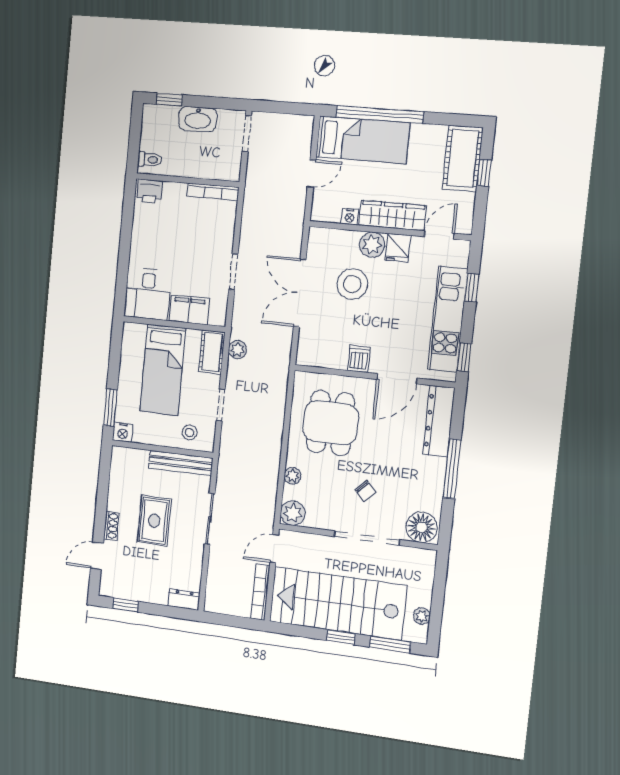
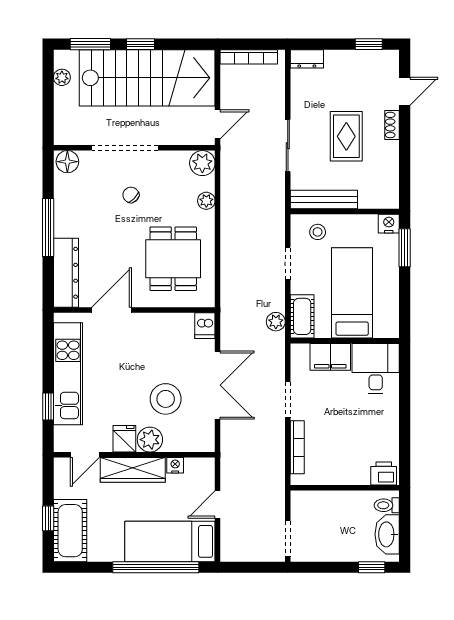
washbasin: (198, 119) -> (387, 534), moved, turned -90
bookcase: (213, 192) -> (297, 447), moved, turned 90
window: (464, 357) -> (48, 338), removed
dishwasher: (359, 359) -> (205, 326), moved
floor lamp: (422, 527) -> (67, 162), width x0.73, depth x0.73
bookcase: (260, 592) -> (249, 57), moved, turned 90

